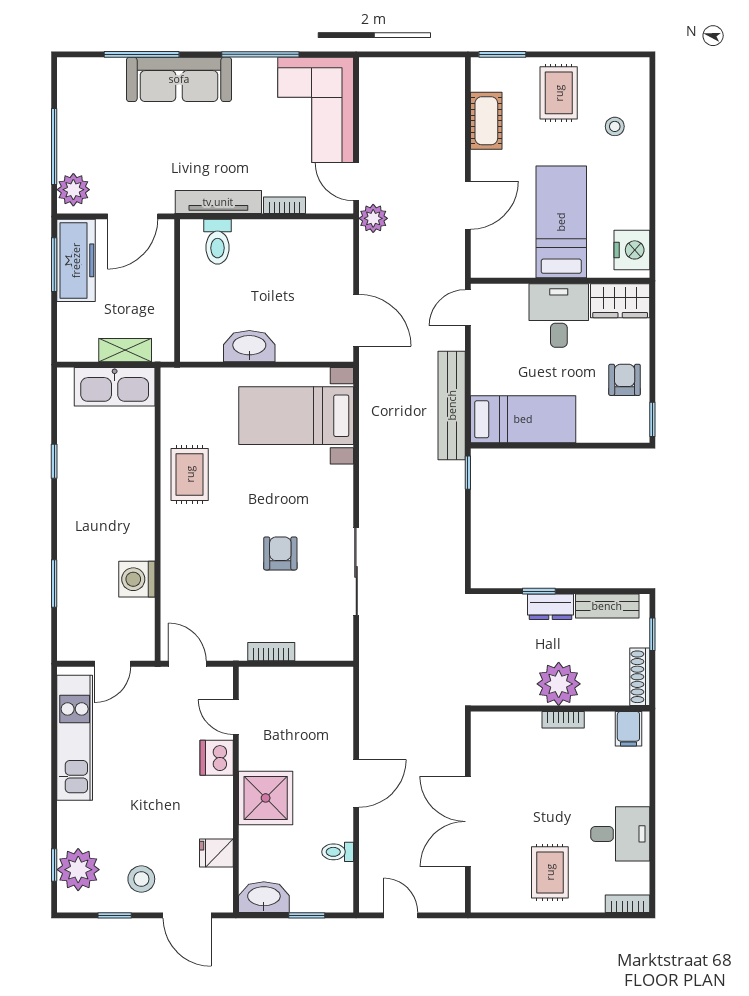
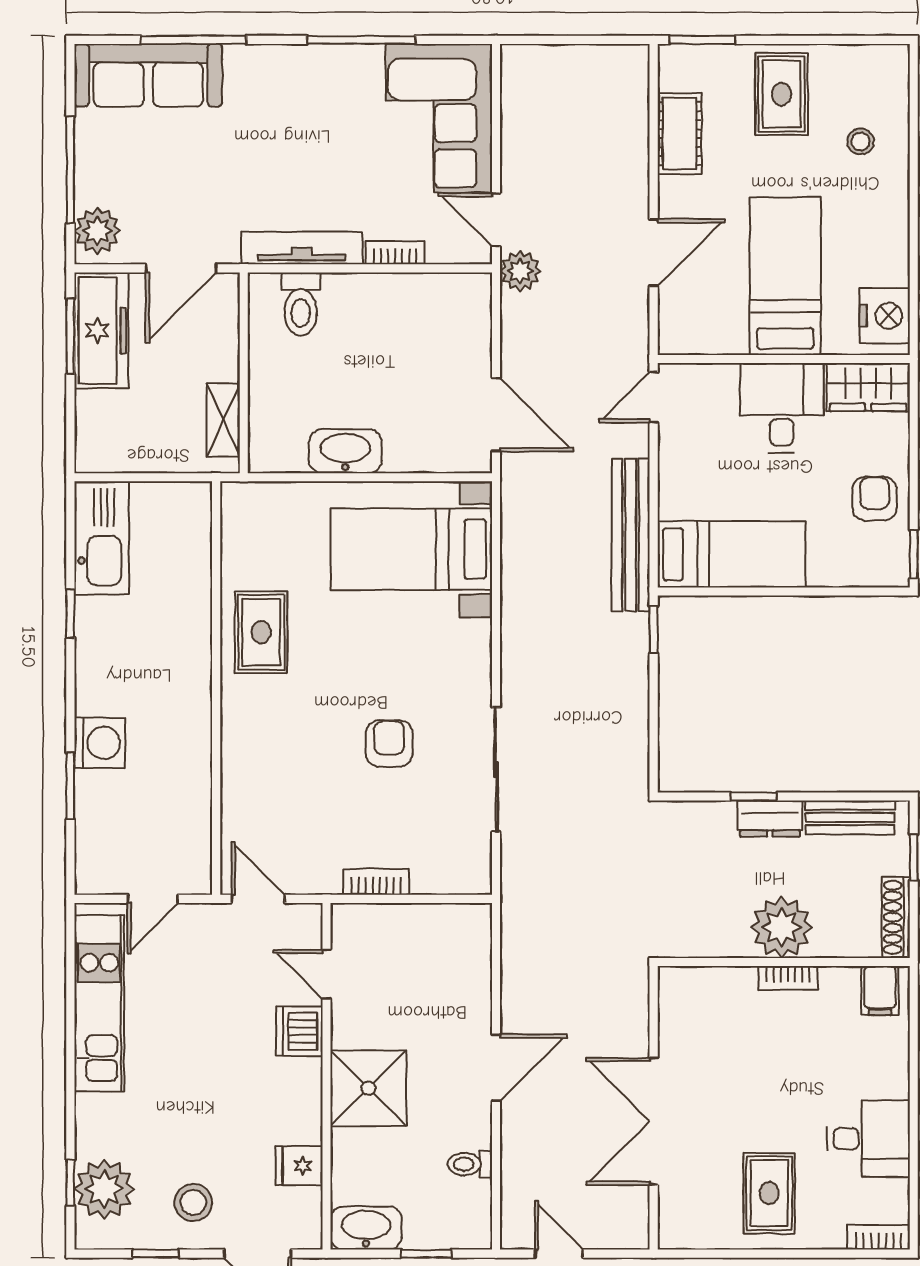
sofa: (179, 79) -> (148, 75), moved
shelving: (125, 350) -> (223, 420), moved, turned 90
kitchen sink: (115, 387) -> (102, 538), moved, turned -90
washing machine: (137, 579) -> (100, 743), moved, turned 180

